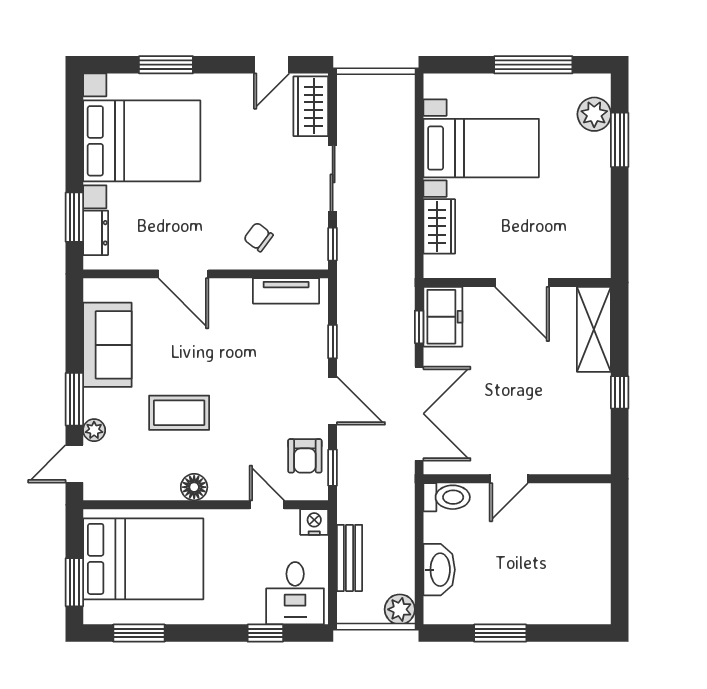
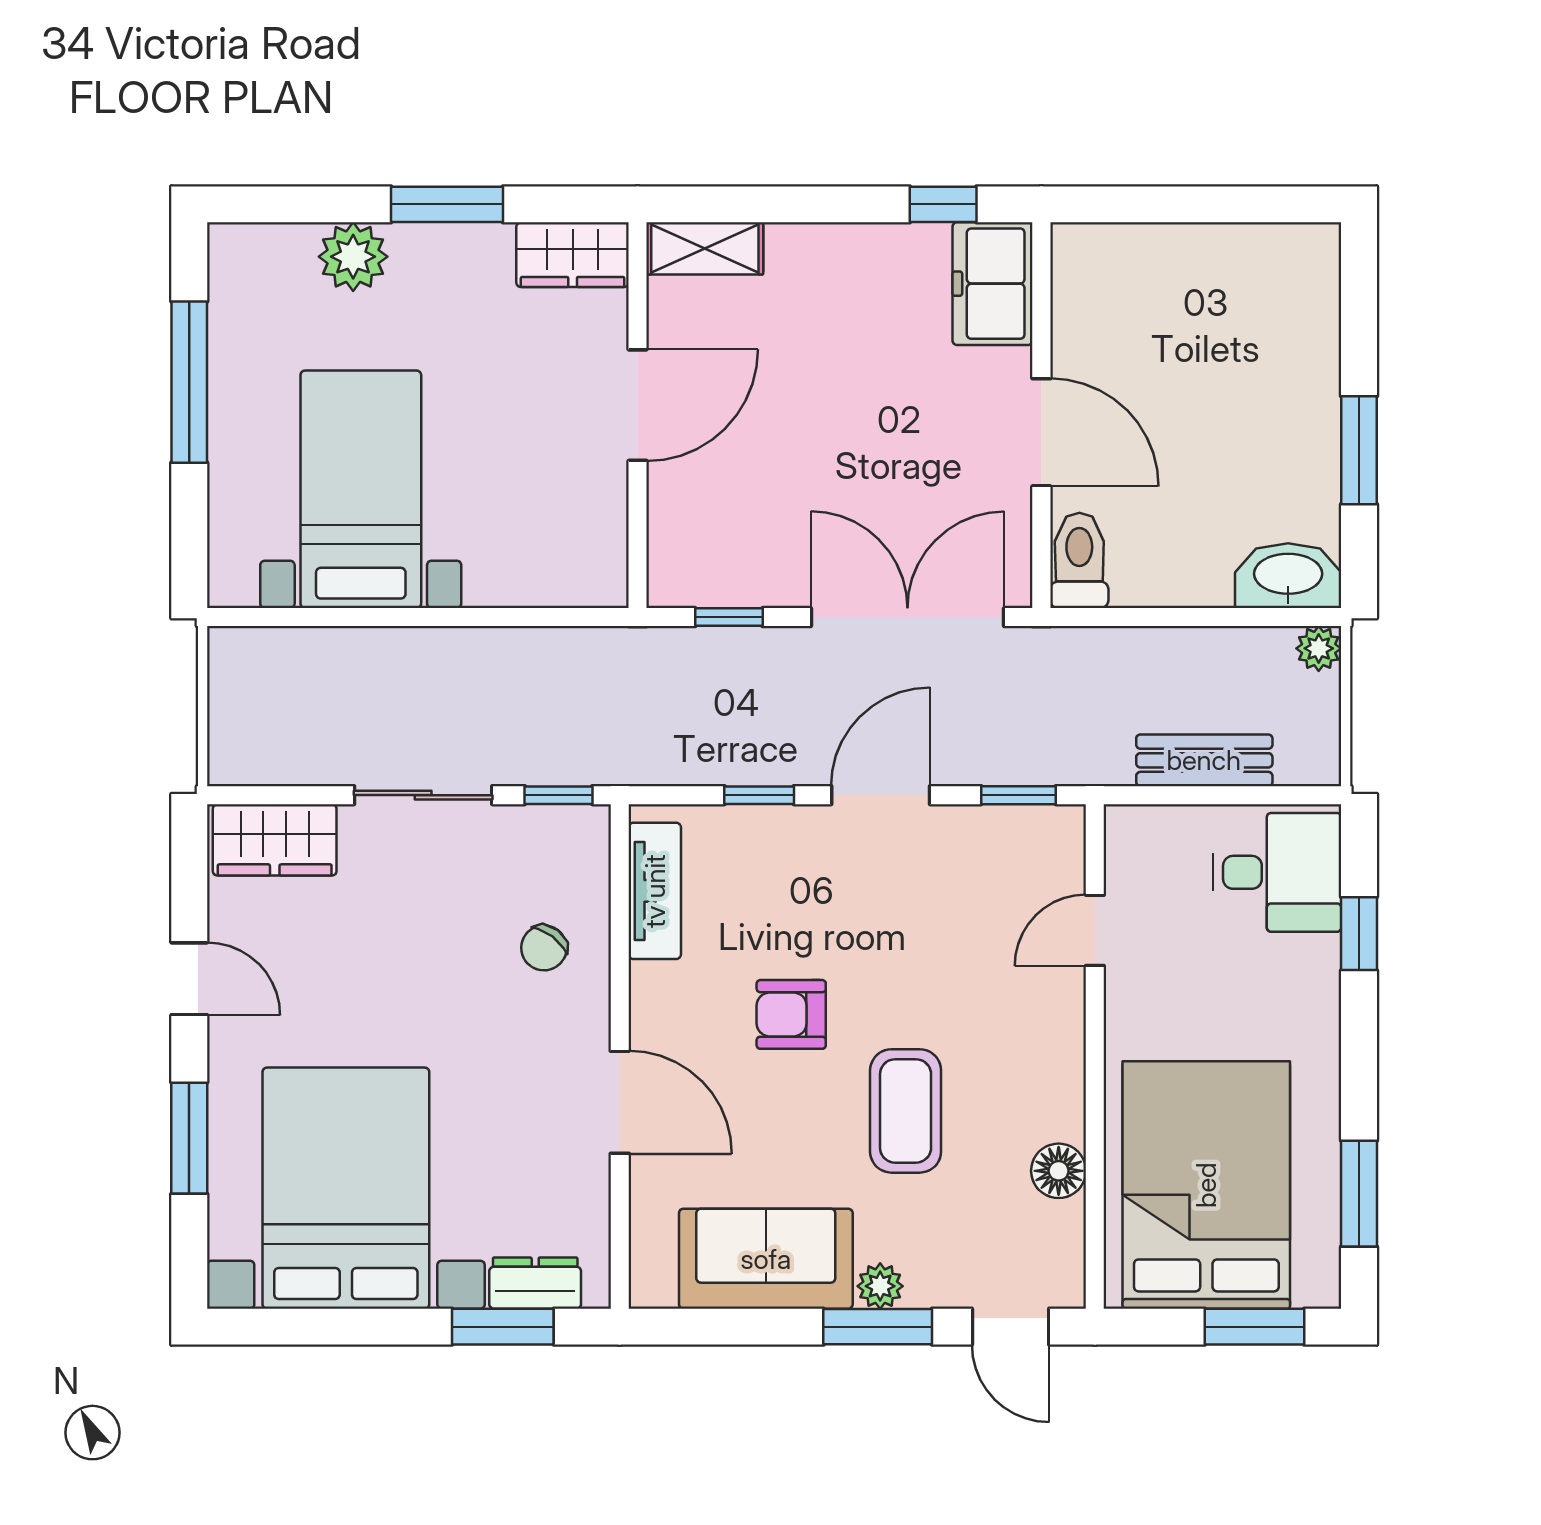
door: (272, 65) -> (189, 979), moved
plant: (594, 114) -> (353, 257), moved
window: (620, 140) -> (447, 204), moved
wardrobe: (439, 226) -> (573, 255), moved, turned 180
door: (183, 274) -> (620, 1102), hinge flipped
freezer: (443, 317) -> (993, 284), moved, turned -90
shelving: (594, 329) -> (705, 248), width x0.67, depth x0.75
window: (620, 392) -> (943, 204), moved
plant: (94, 430) -> (880, 1286), moved
armchair: (305, 456) -> (791, 1014), moved, turned 180
door: (509, 479) -> (1041, 432), width x1.38
floor lamp: (194, 487) -> (1059, 1171), moved
nightstand: (314, 522) -> (1130, 833), removed
washbasin: (439, 570) -> (1288, 576), moved
plant: (400, 609) -> (1319, 648), width x0.73, depth x0.73

